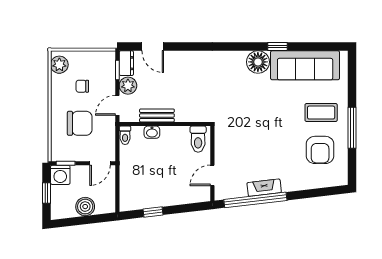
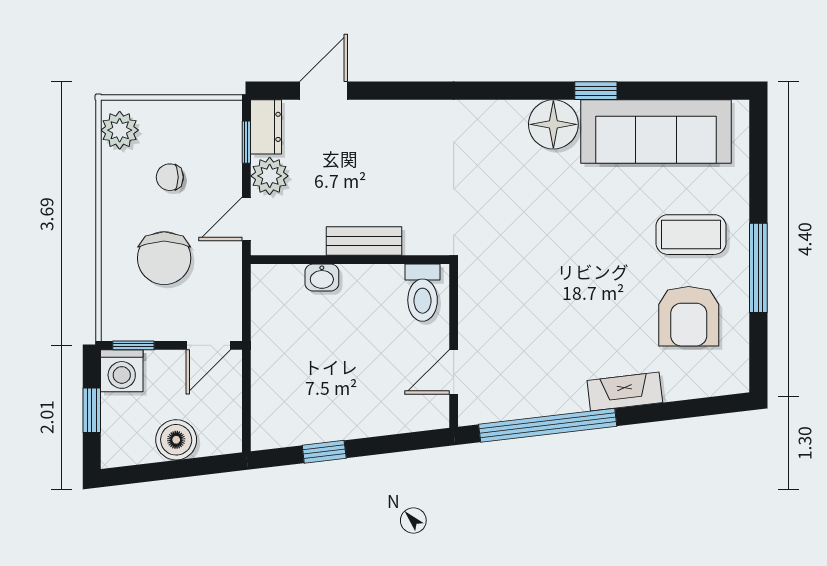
door: (153, 47) -> (323, 91), swing flipped
bench: (157, 115) -> (364, 241), moved
chair: (80, 123) -> (164, 258), turned 90
toilet: (125, 135) -> (263, 284), removed
fireplace: (264, 188) -> (625, 392), moved

